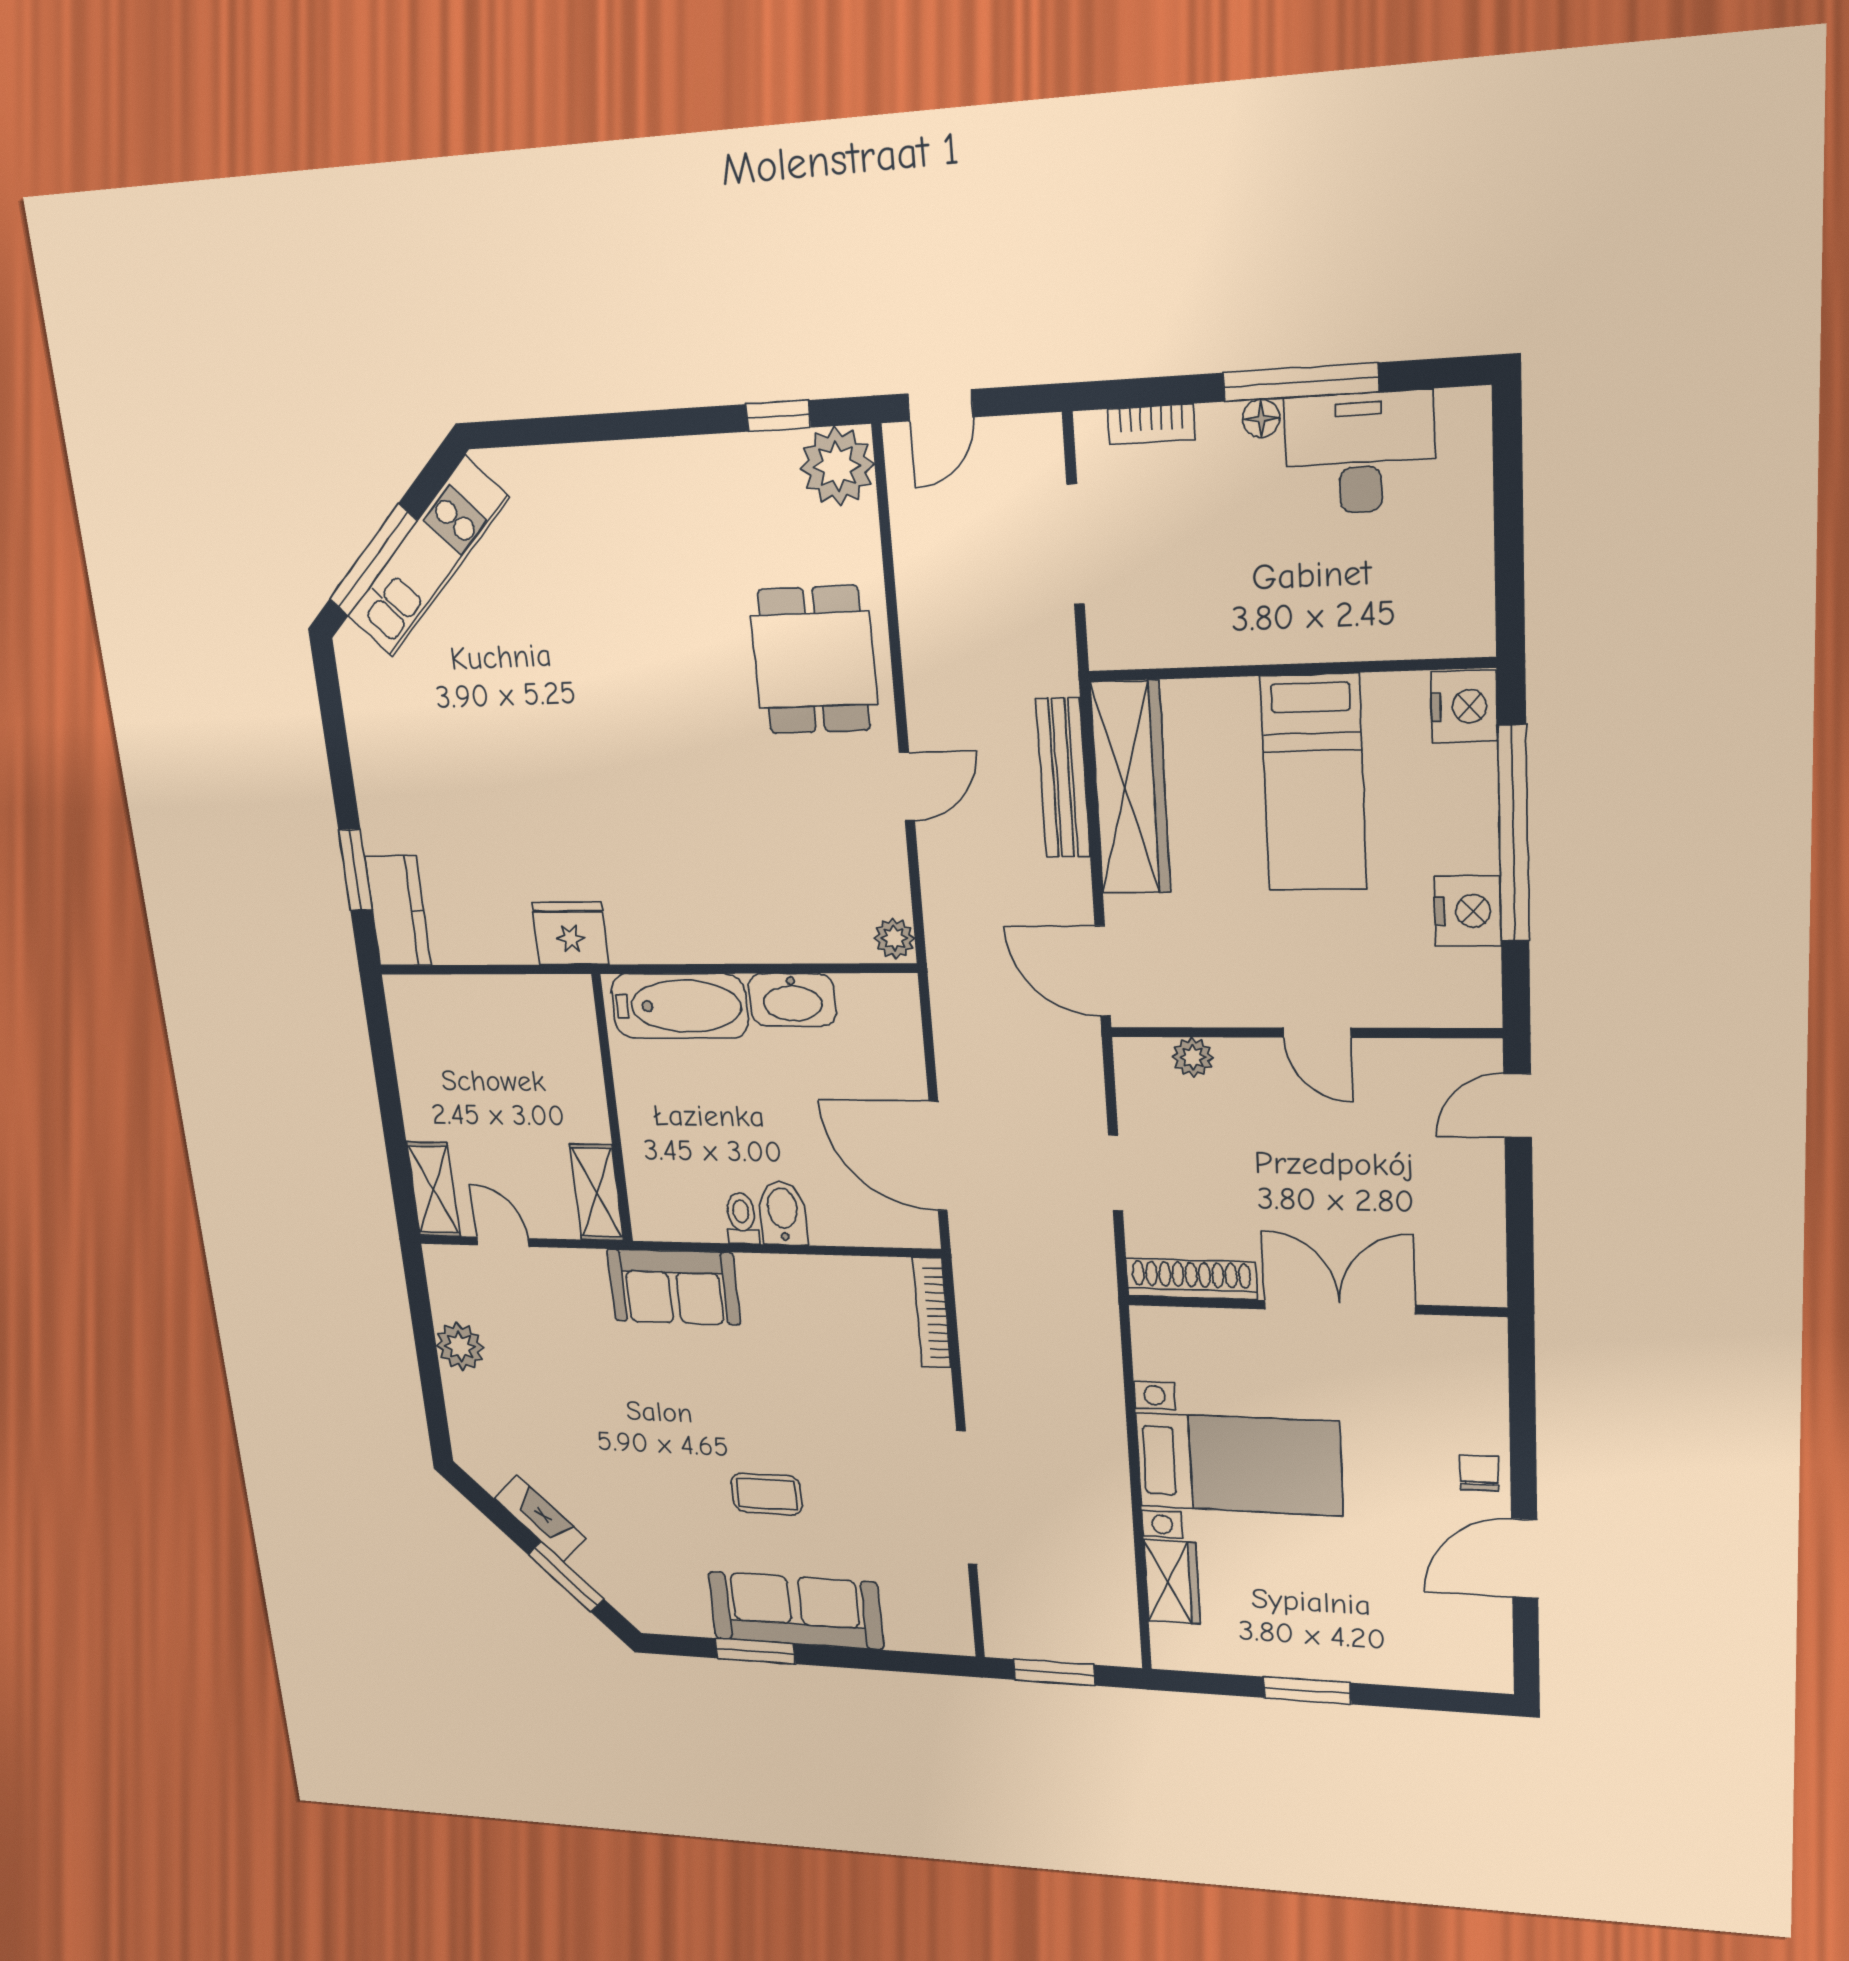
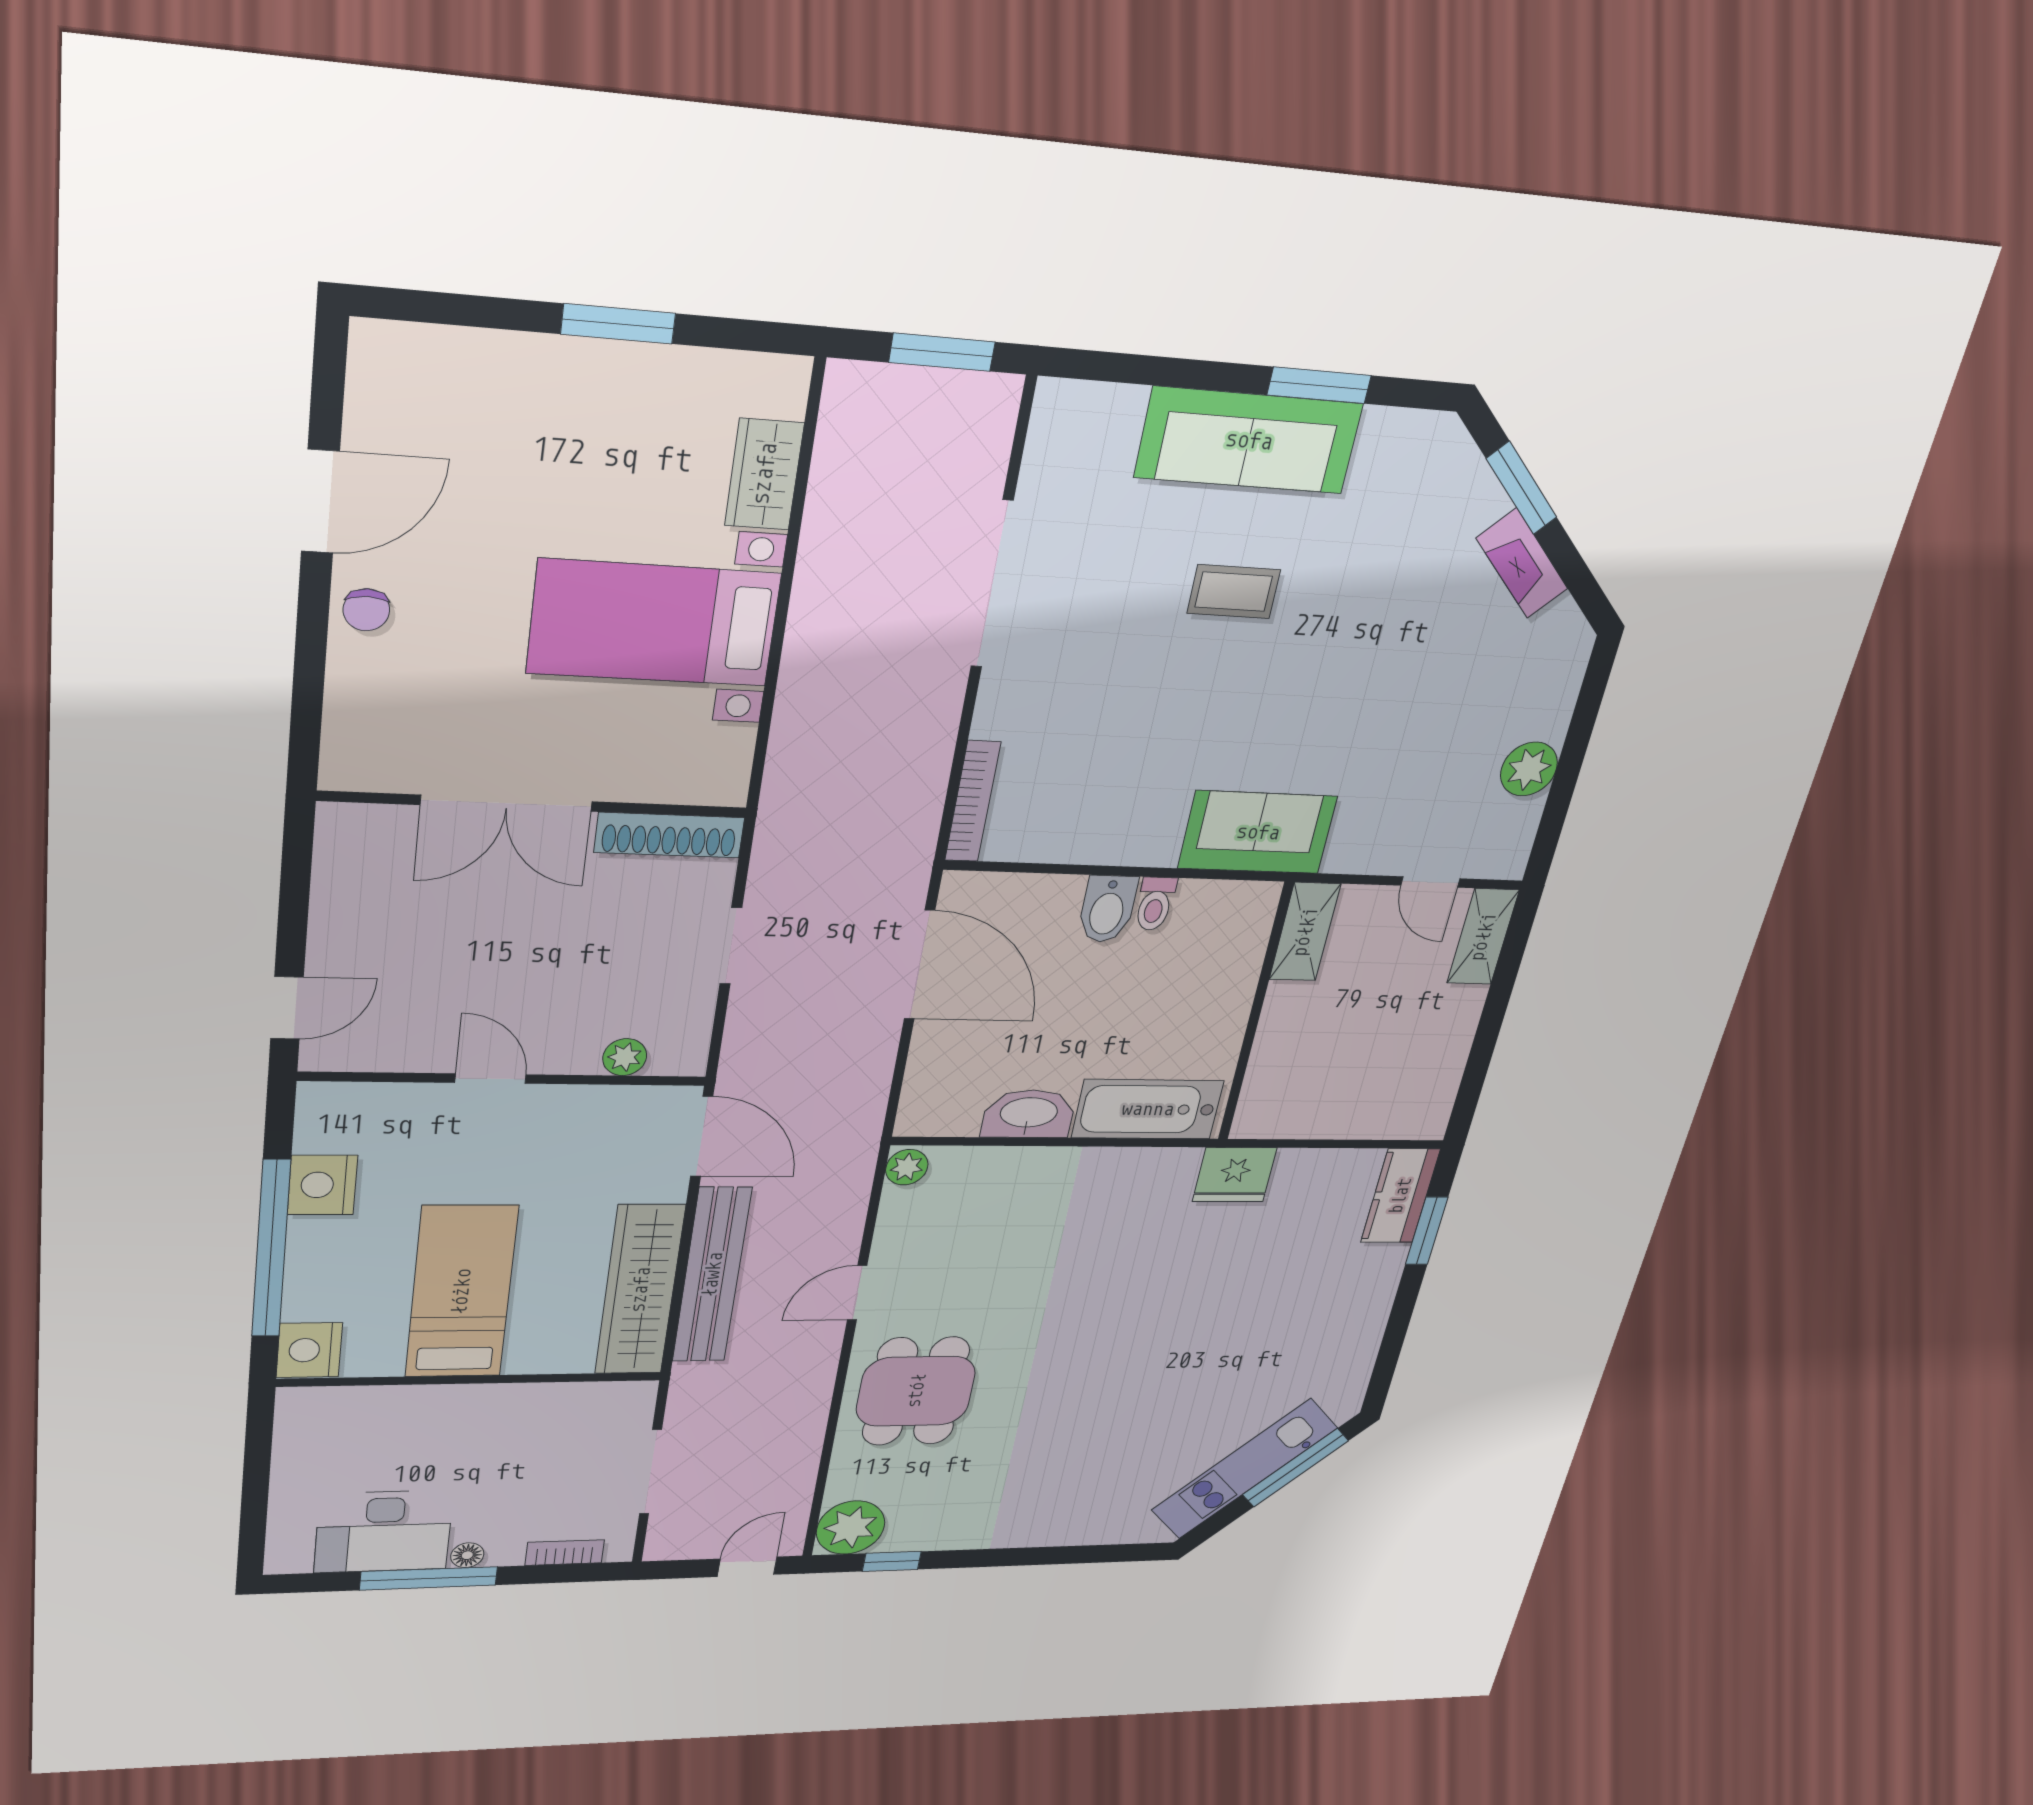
bench: (1063, 778) -> (712, 1275), width x1.37, depth x1.21

